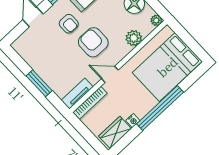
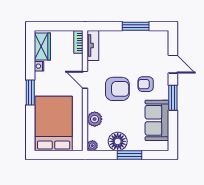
door: (110, 74) -> (85, 80), swing flipped
window: (39, 83) -> (136, 26), moved
bookcase: (90, 103) -> (78, 42), width x0.64
window: (160, 108) -> (30, 92), width x0.47

